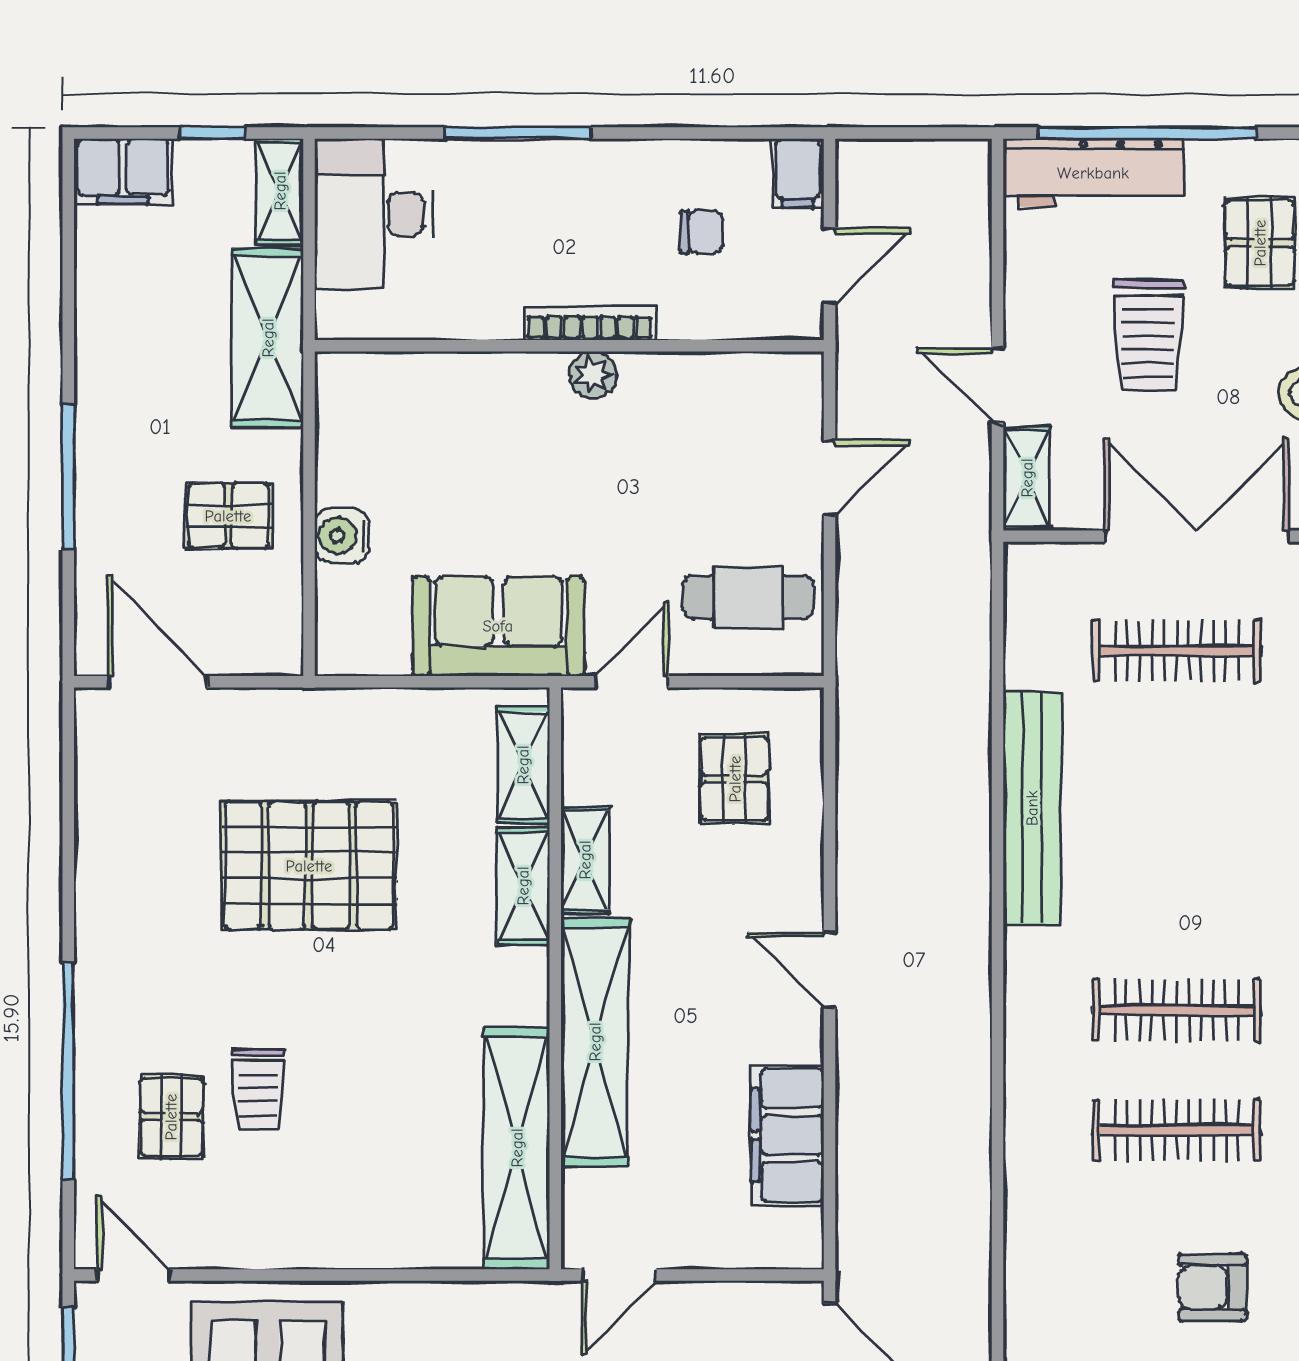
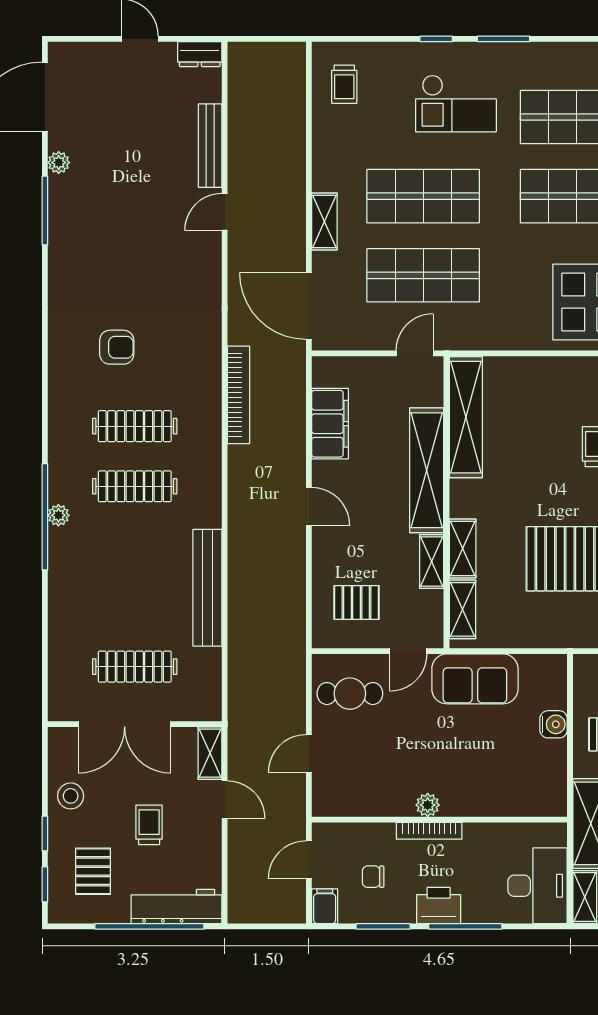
window: (681, 133) -> (383, 926), added
printer: (571, 175) -> (439, 905), added
trolley: (1148, 335) -> (149, 825), width x0.73, depth x0.72
pallet: (735, 779) -> (357, 602), turned 90
bookcase: (970, 1192) -> (238, 395), added

